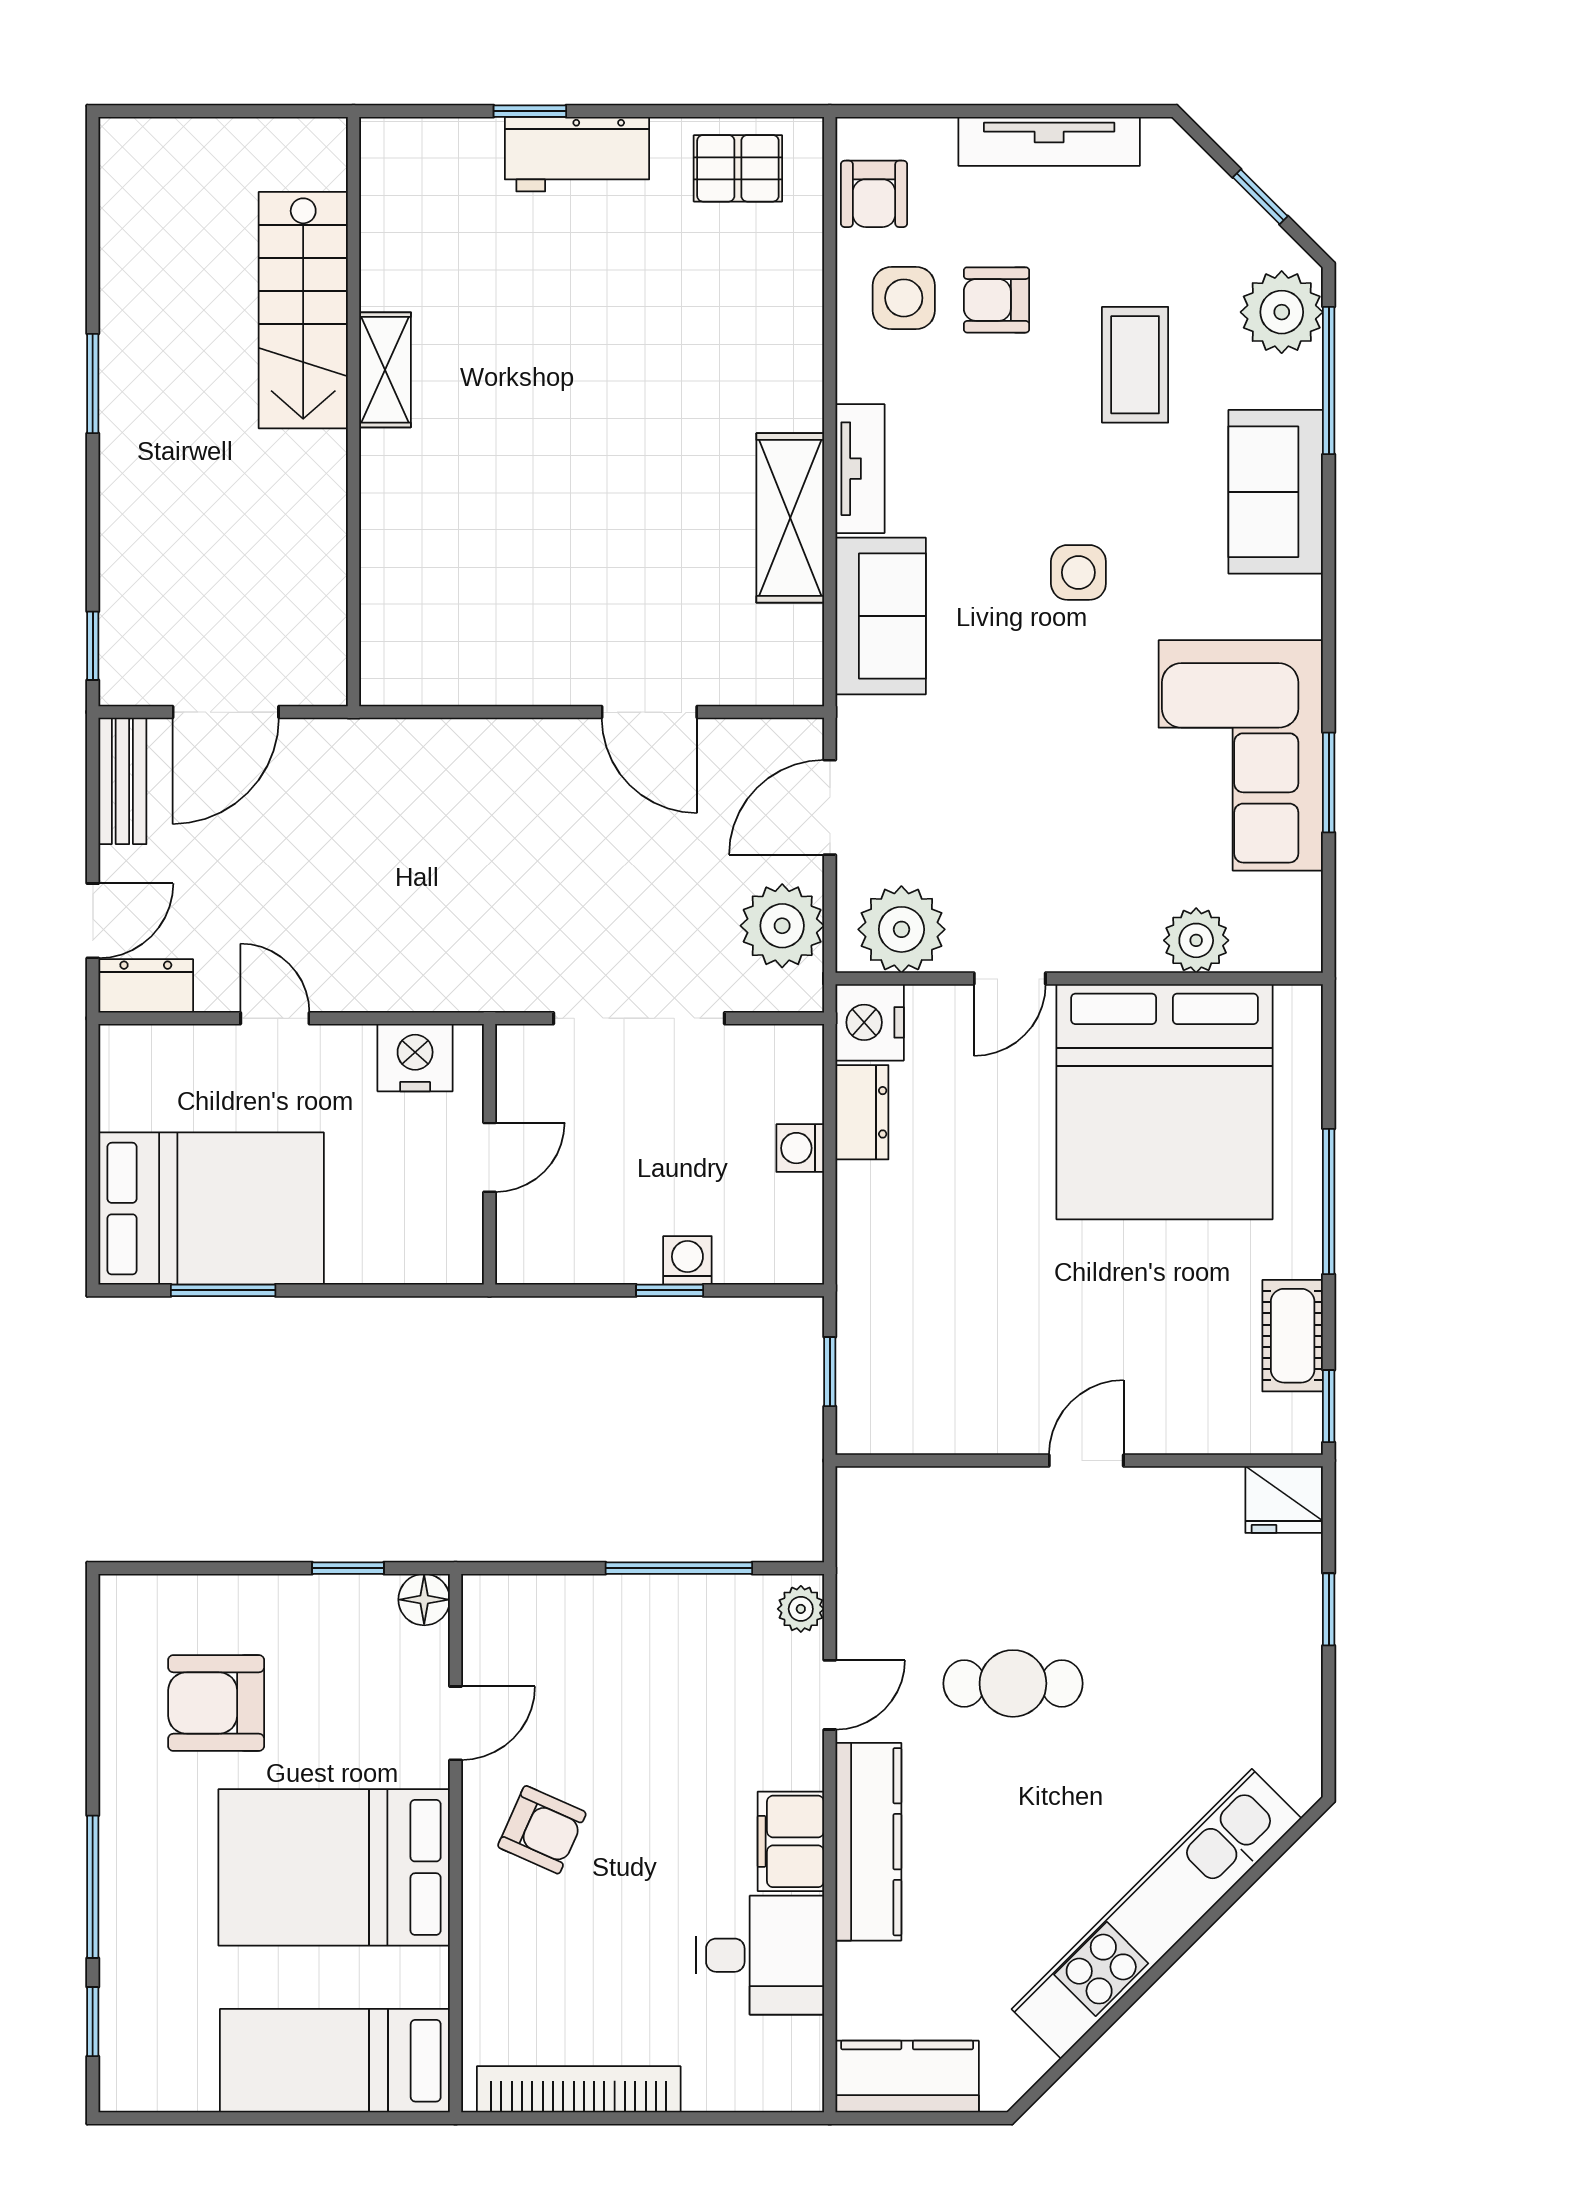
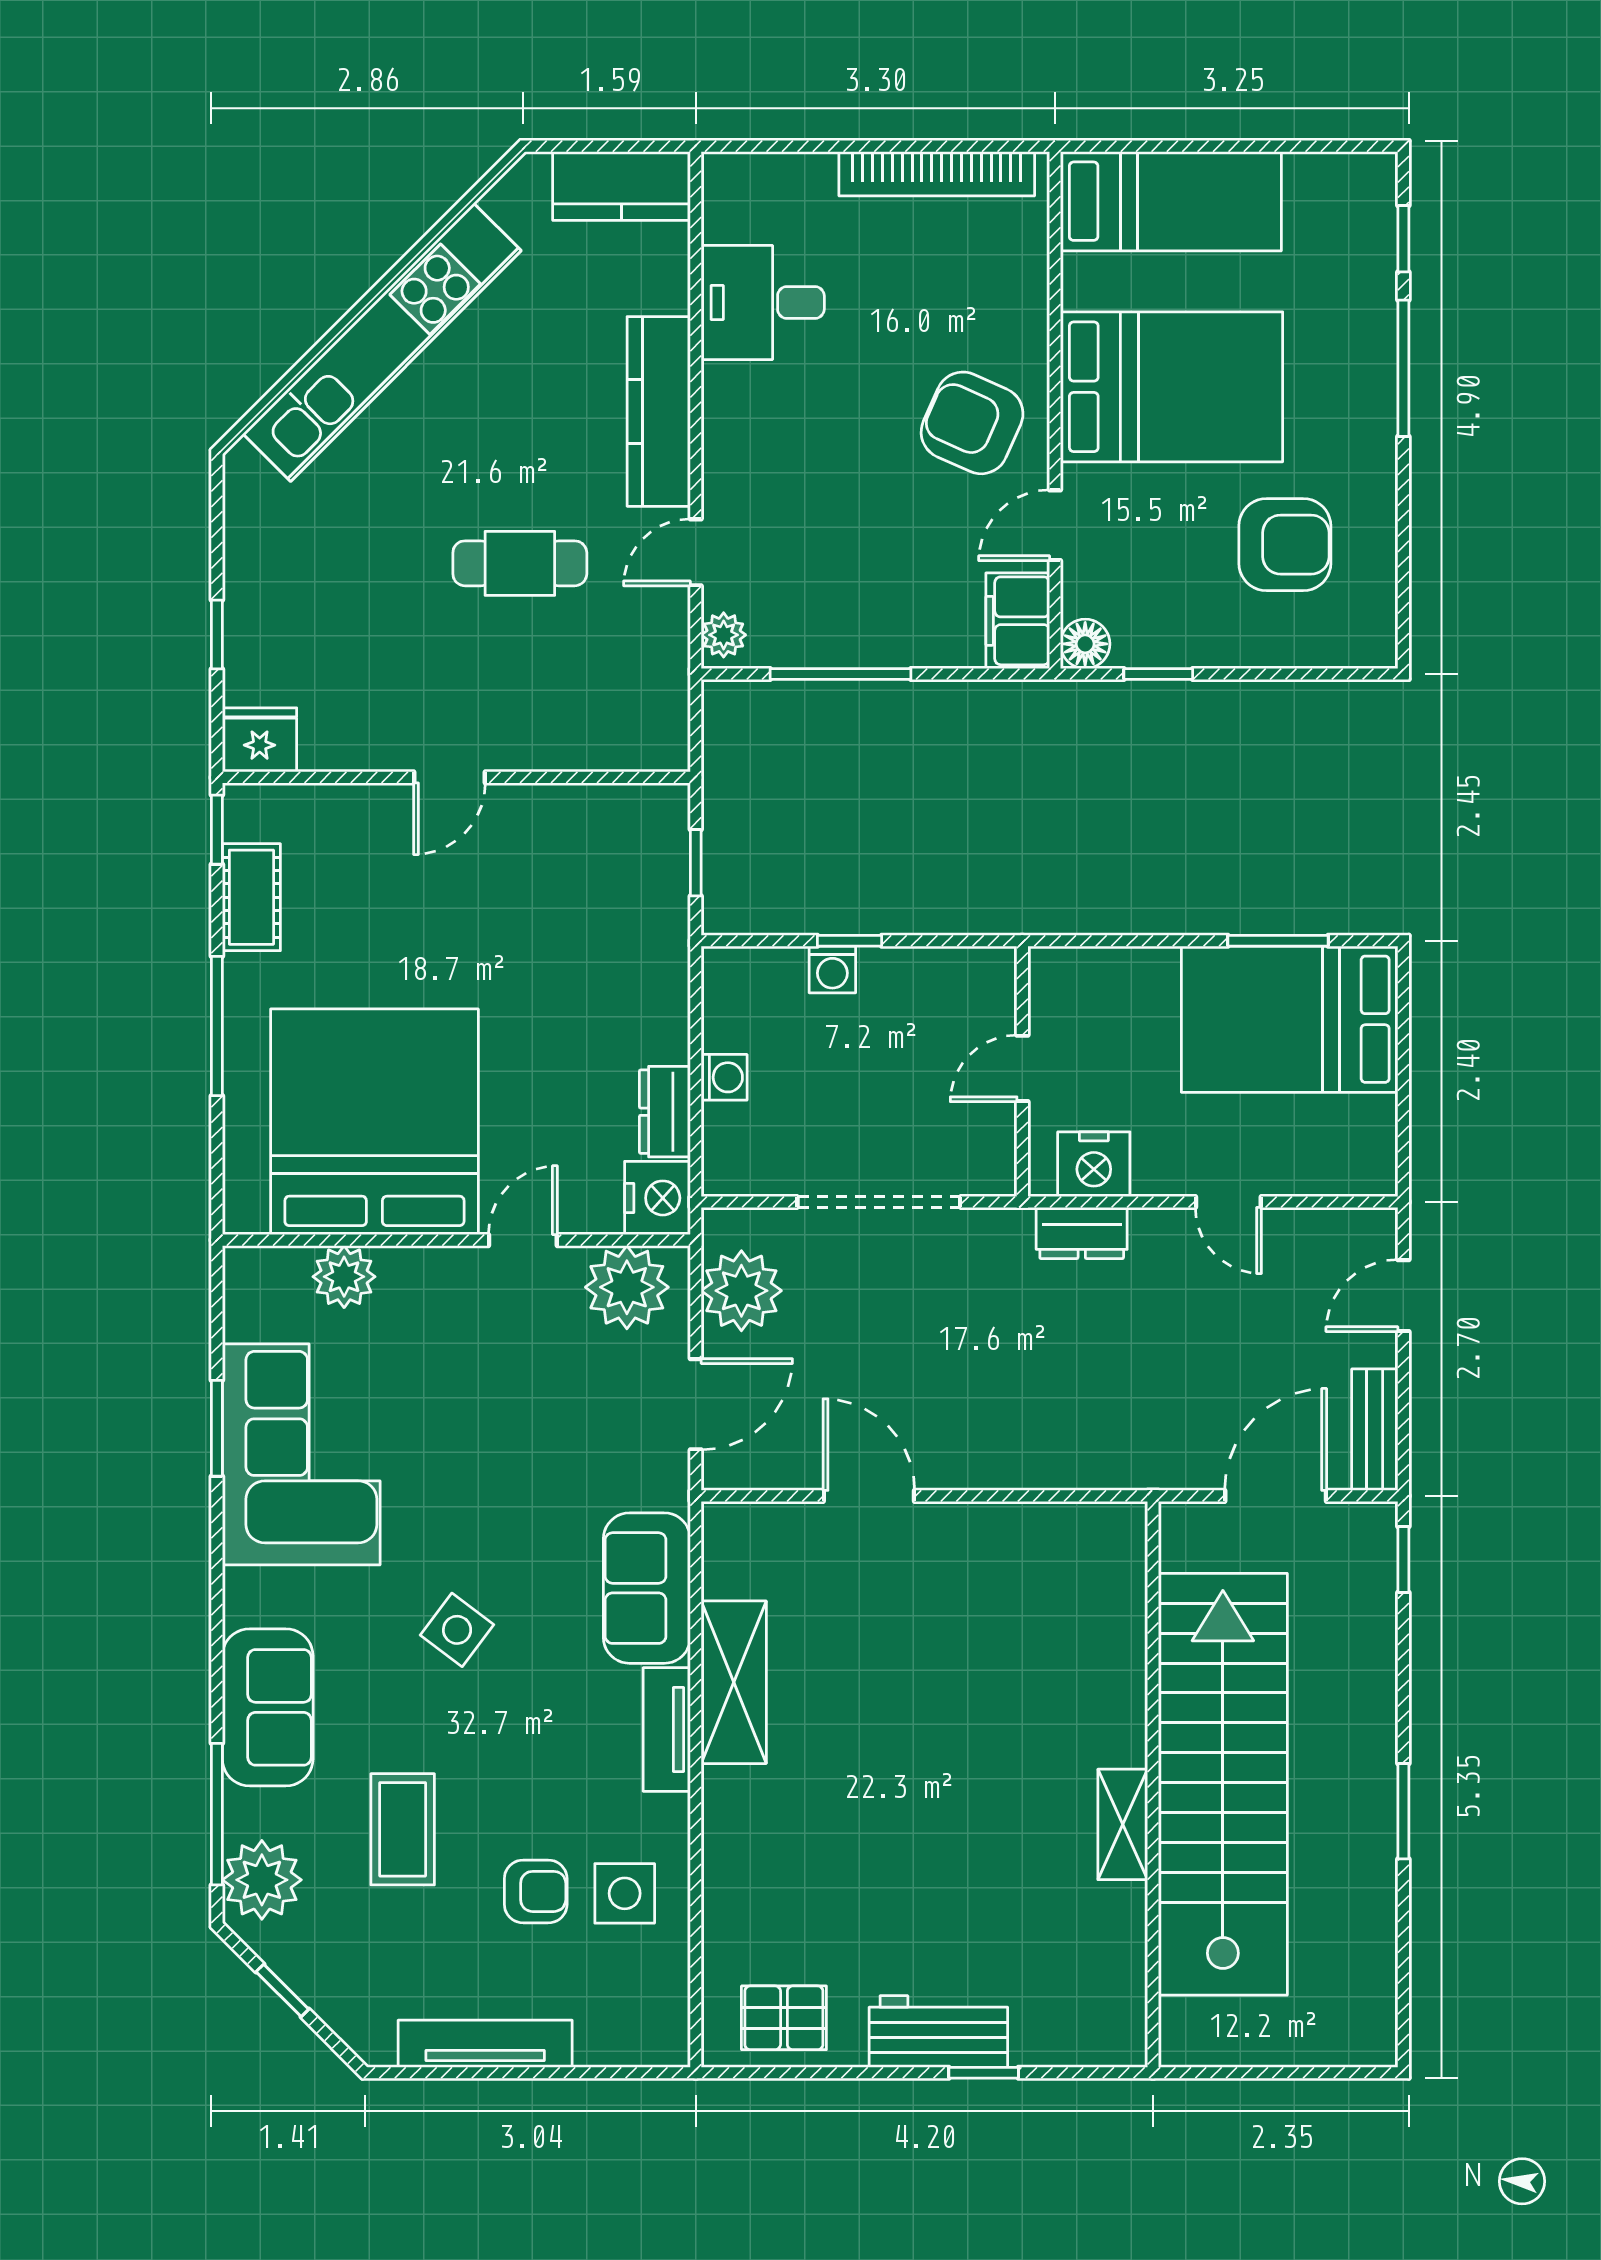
armchair: (874, 194) -> (653, 1993), removed
stairs: (303, 310) -> (1223, 1784), width x1.86, depth x1.51
side table: (1078, 572) -> (457, 1630), turned 37
dresser: (146, 986) -> (1082, 1233), moved
armchair: (542, 1830) -> (972, 423), width x1.38, depth x1.38
filing cabinet: (791, 1841) -> (1018, 621), moved, turned 180

